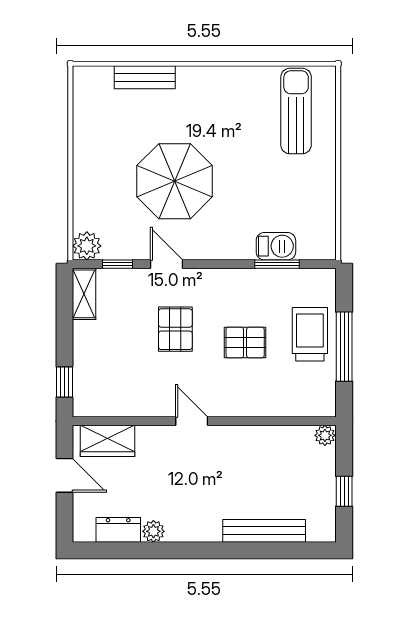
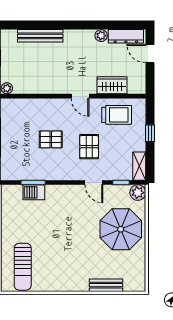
parasol: (175, 181) -> (121, 229), moved
trolley: (310, 334) -> (117, 115), moved, turned -90
window: (64, 382) -> (150, 133), moved
wardrobe: (108, 441) -> (112, 85), moved
door: (64, 475) -> (150, 54), moved
dresser: (118, 530) -> (126, 36), width x1.44

